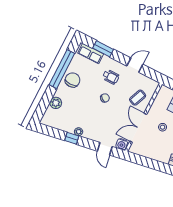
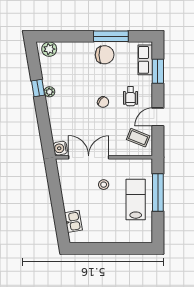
door: (135, 65) -> (158, 117), swing flipped
window: (62, 69) -> (111, 36), width x0.68
coffee table: (138, 98) -> (138, 138), moved
plant: (56, 103) -> (49, 49), moved
door: (105, 149) -> (45, 132), removed

